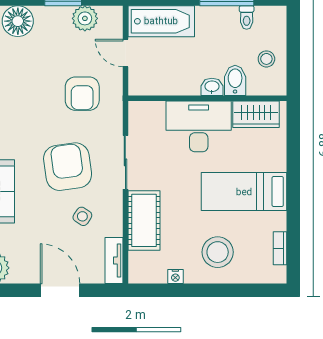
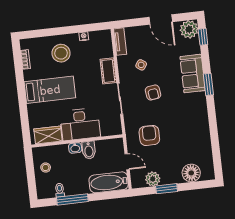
bidet: (235, 80) -> (89, 150), moved
armchair: (68, 167) -> (153, 92), width x0.53, depth x0.53
cot: (144, 220) -> (108, 71), width x0.73, depth x0.75
door: (60, 290) -> (161, 19), moved

